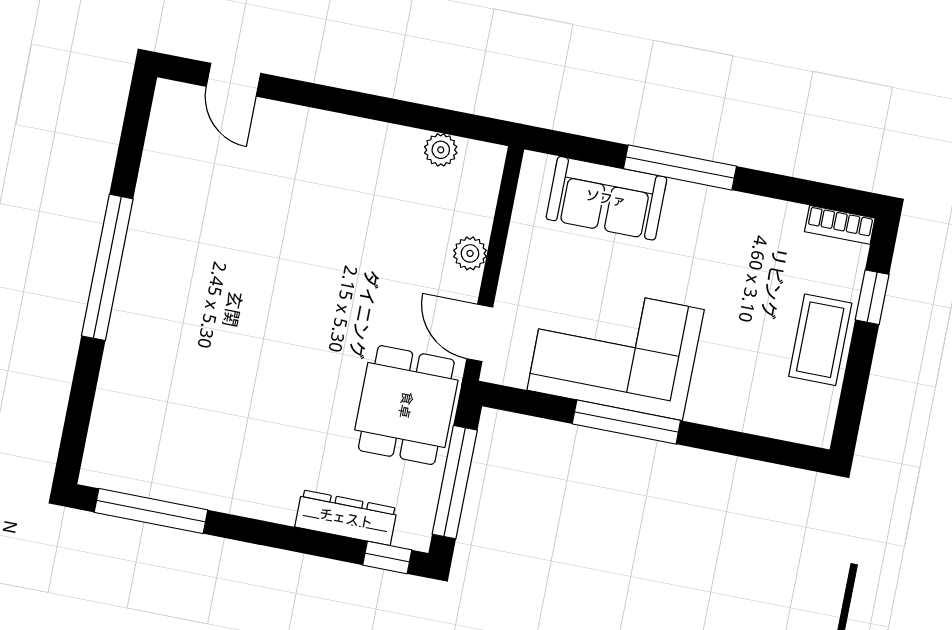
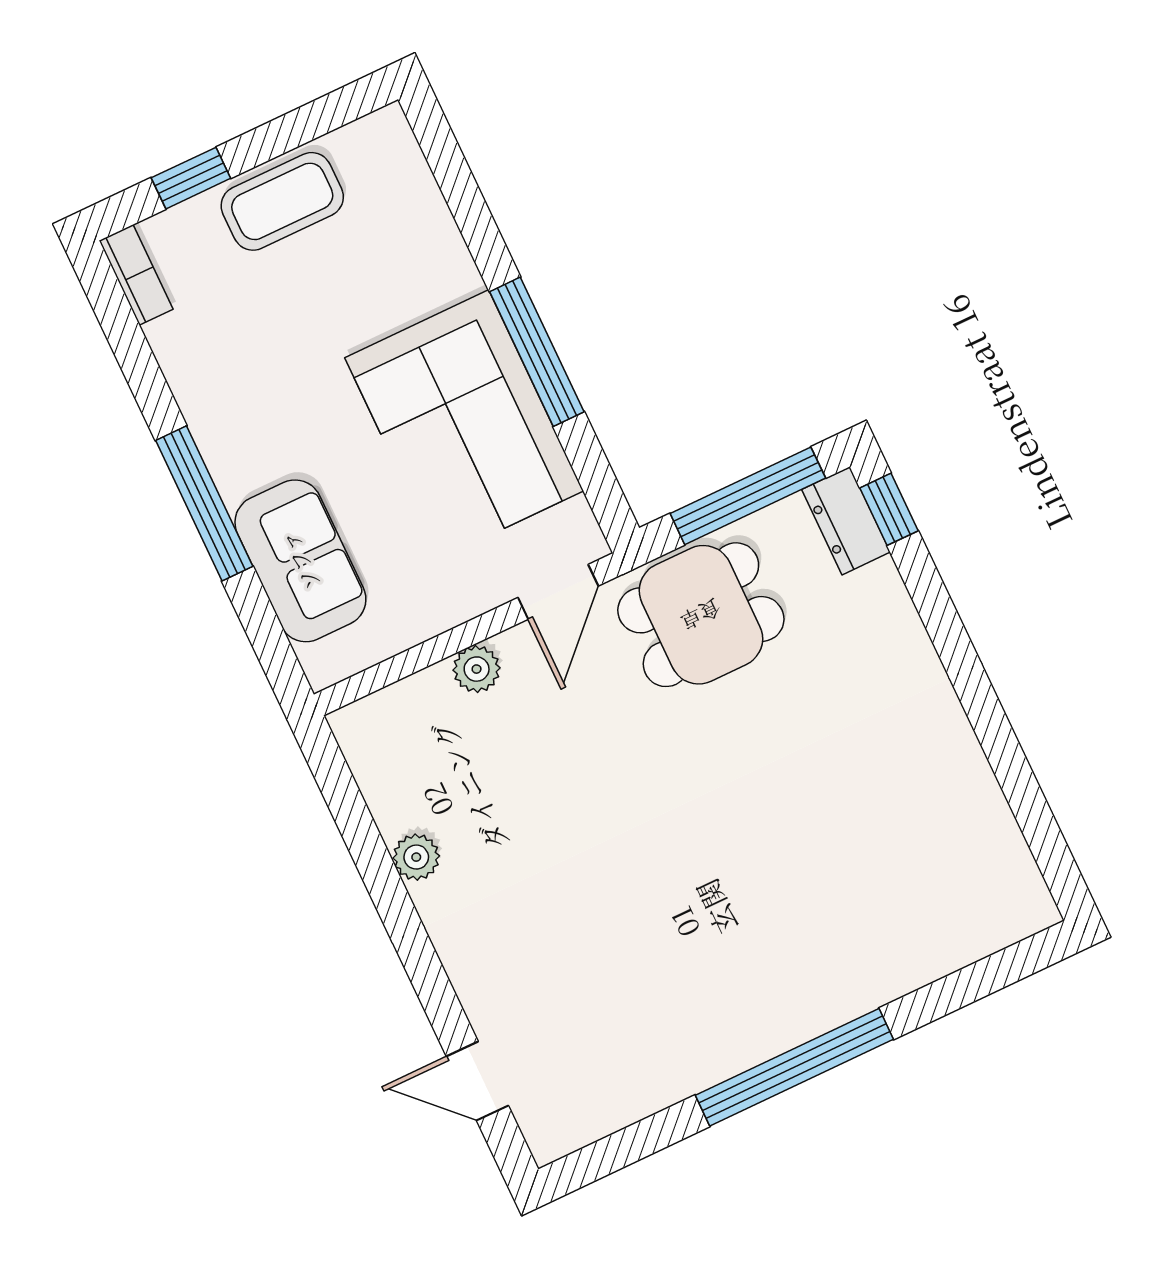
door: (234, 80) -> (477, 1081), swing flipped
plant: (441, 150) -> (416, 857), moved
window: (151, 511) -> (1034, 815), removed
dresser: (346, 518) -> (846, 521), moved, width x0.70

